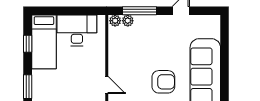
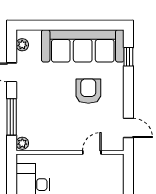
plant: (128, 21) -> (22, 45), moved

